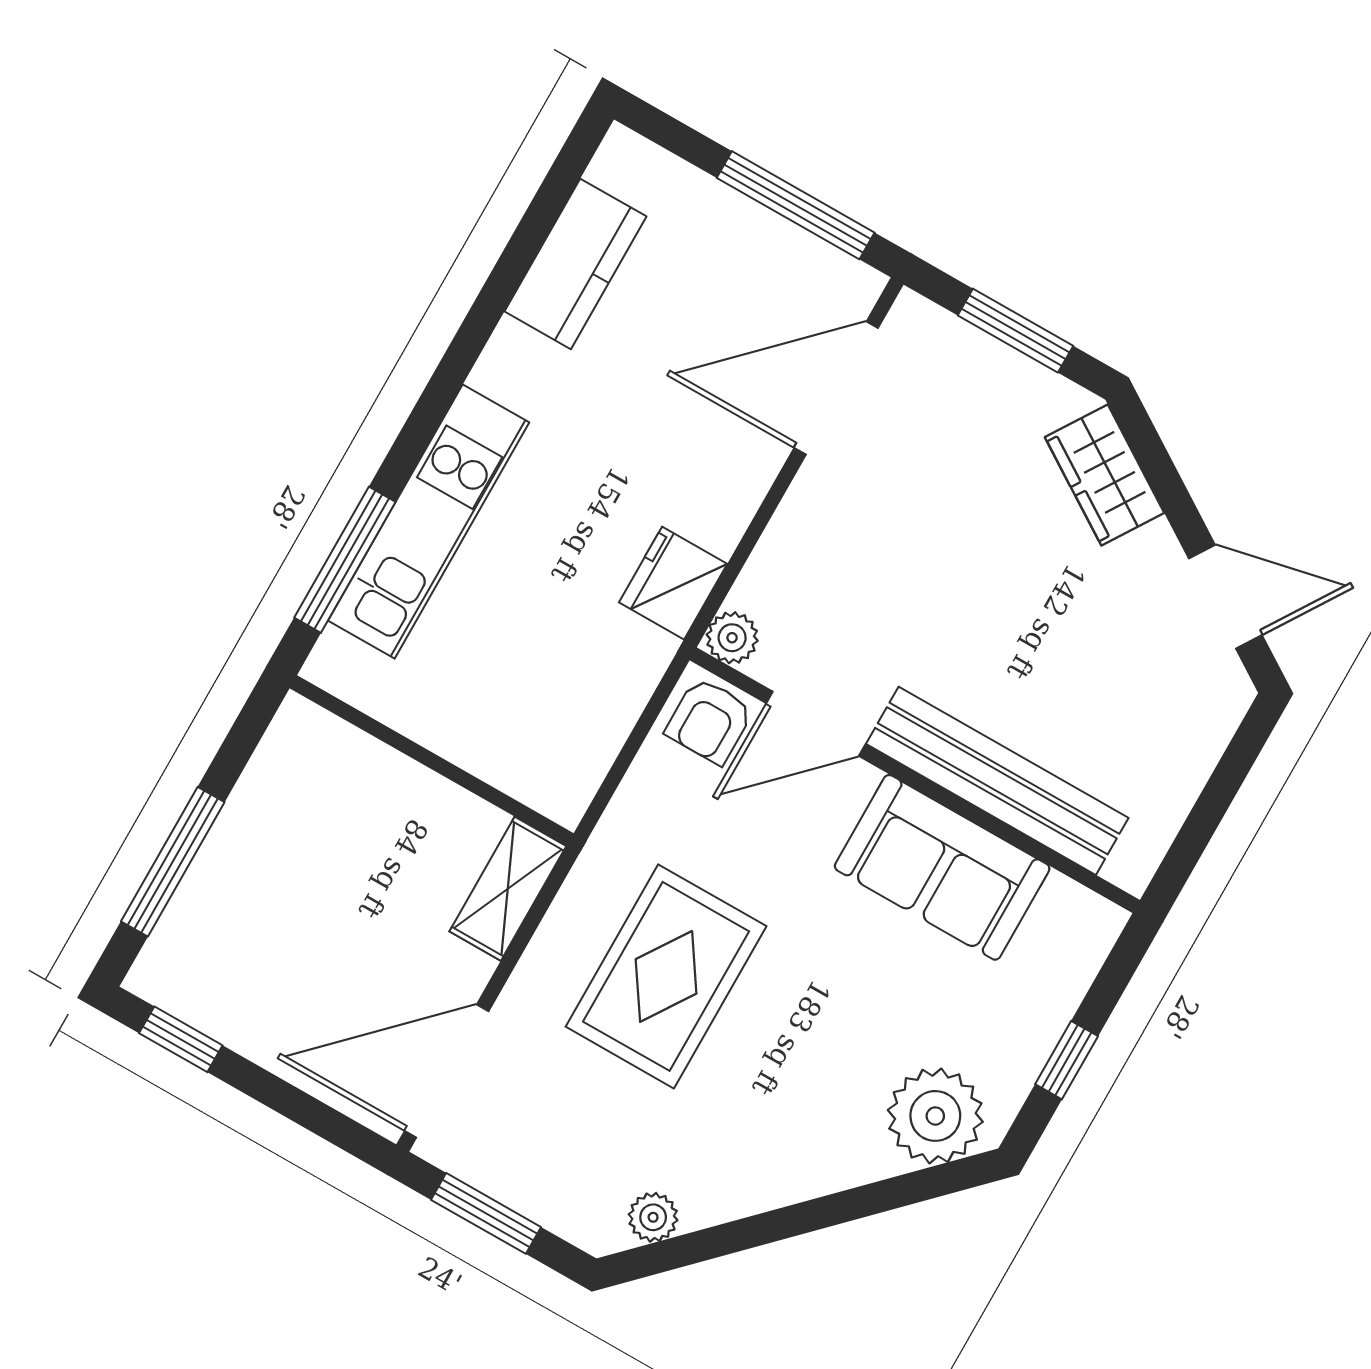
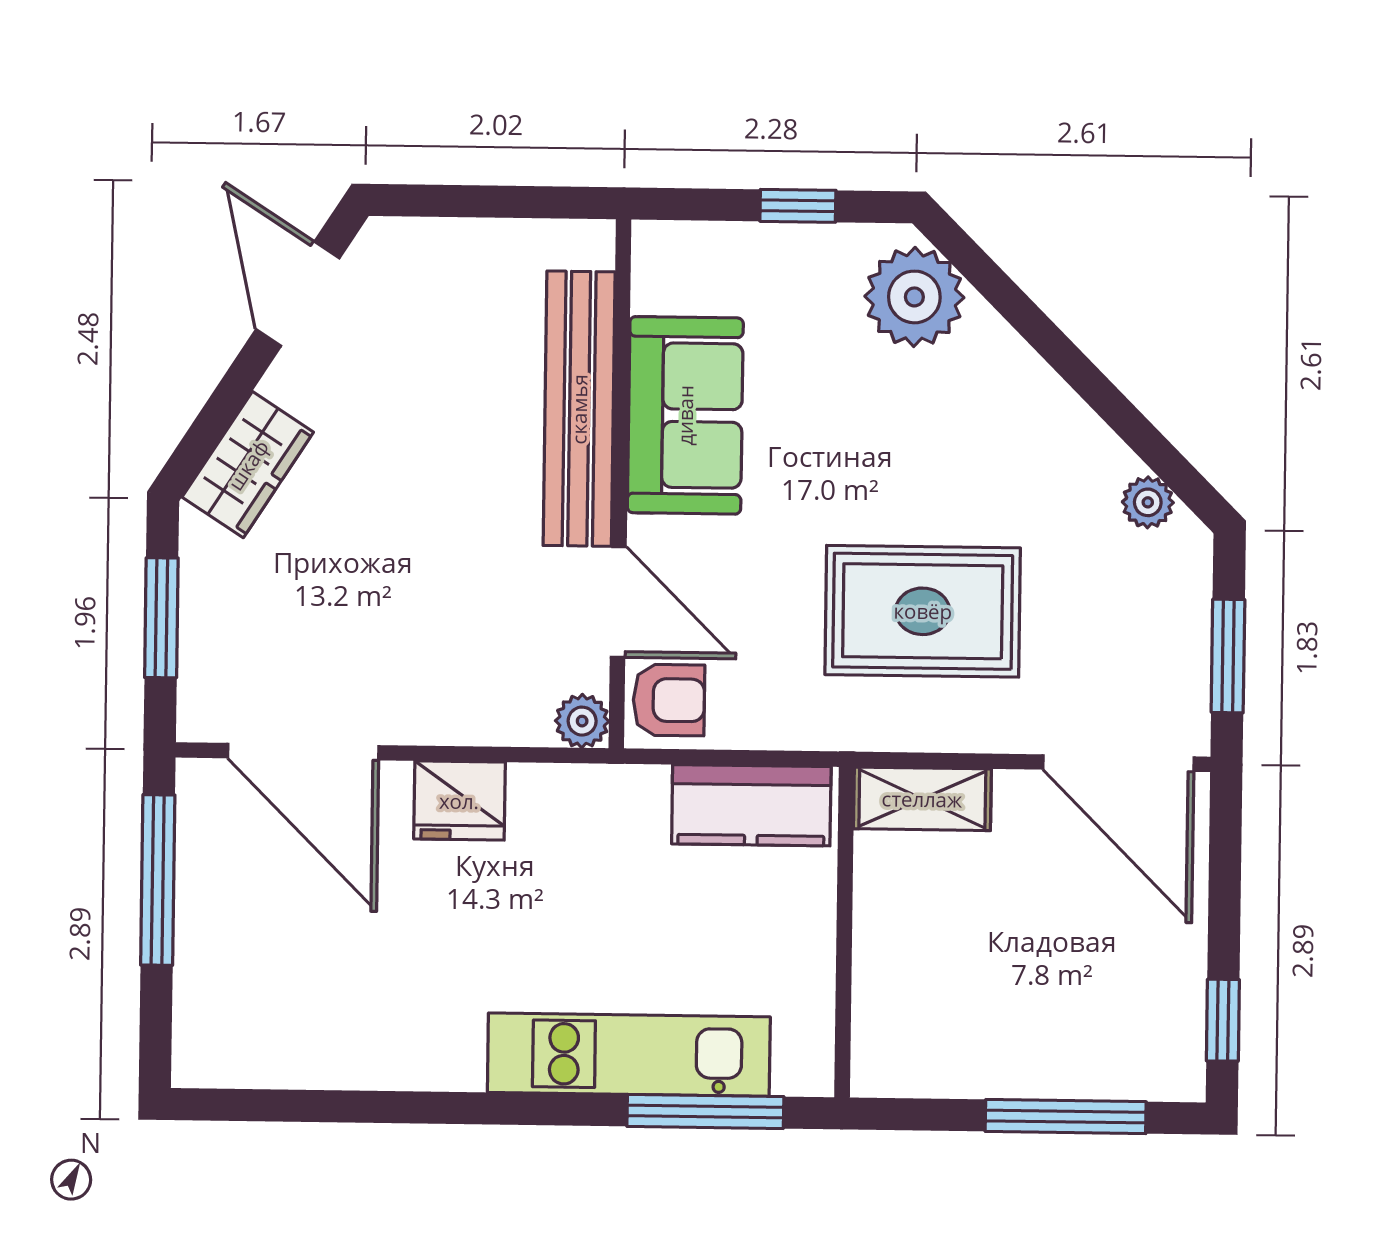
kitchen counter: (575, 264) -> (751, 805), moved, turned 180
fridge: (673, 583) -> (459, 801), moved

